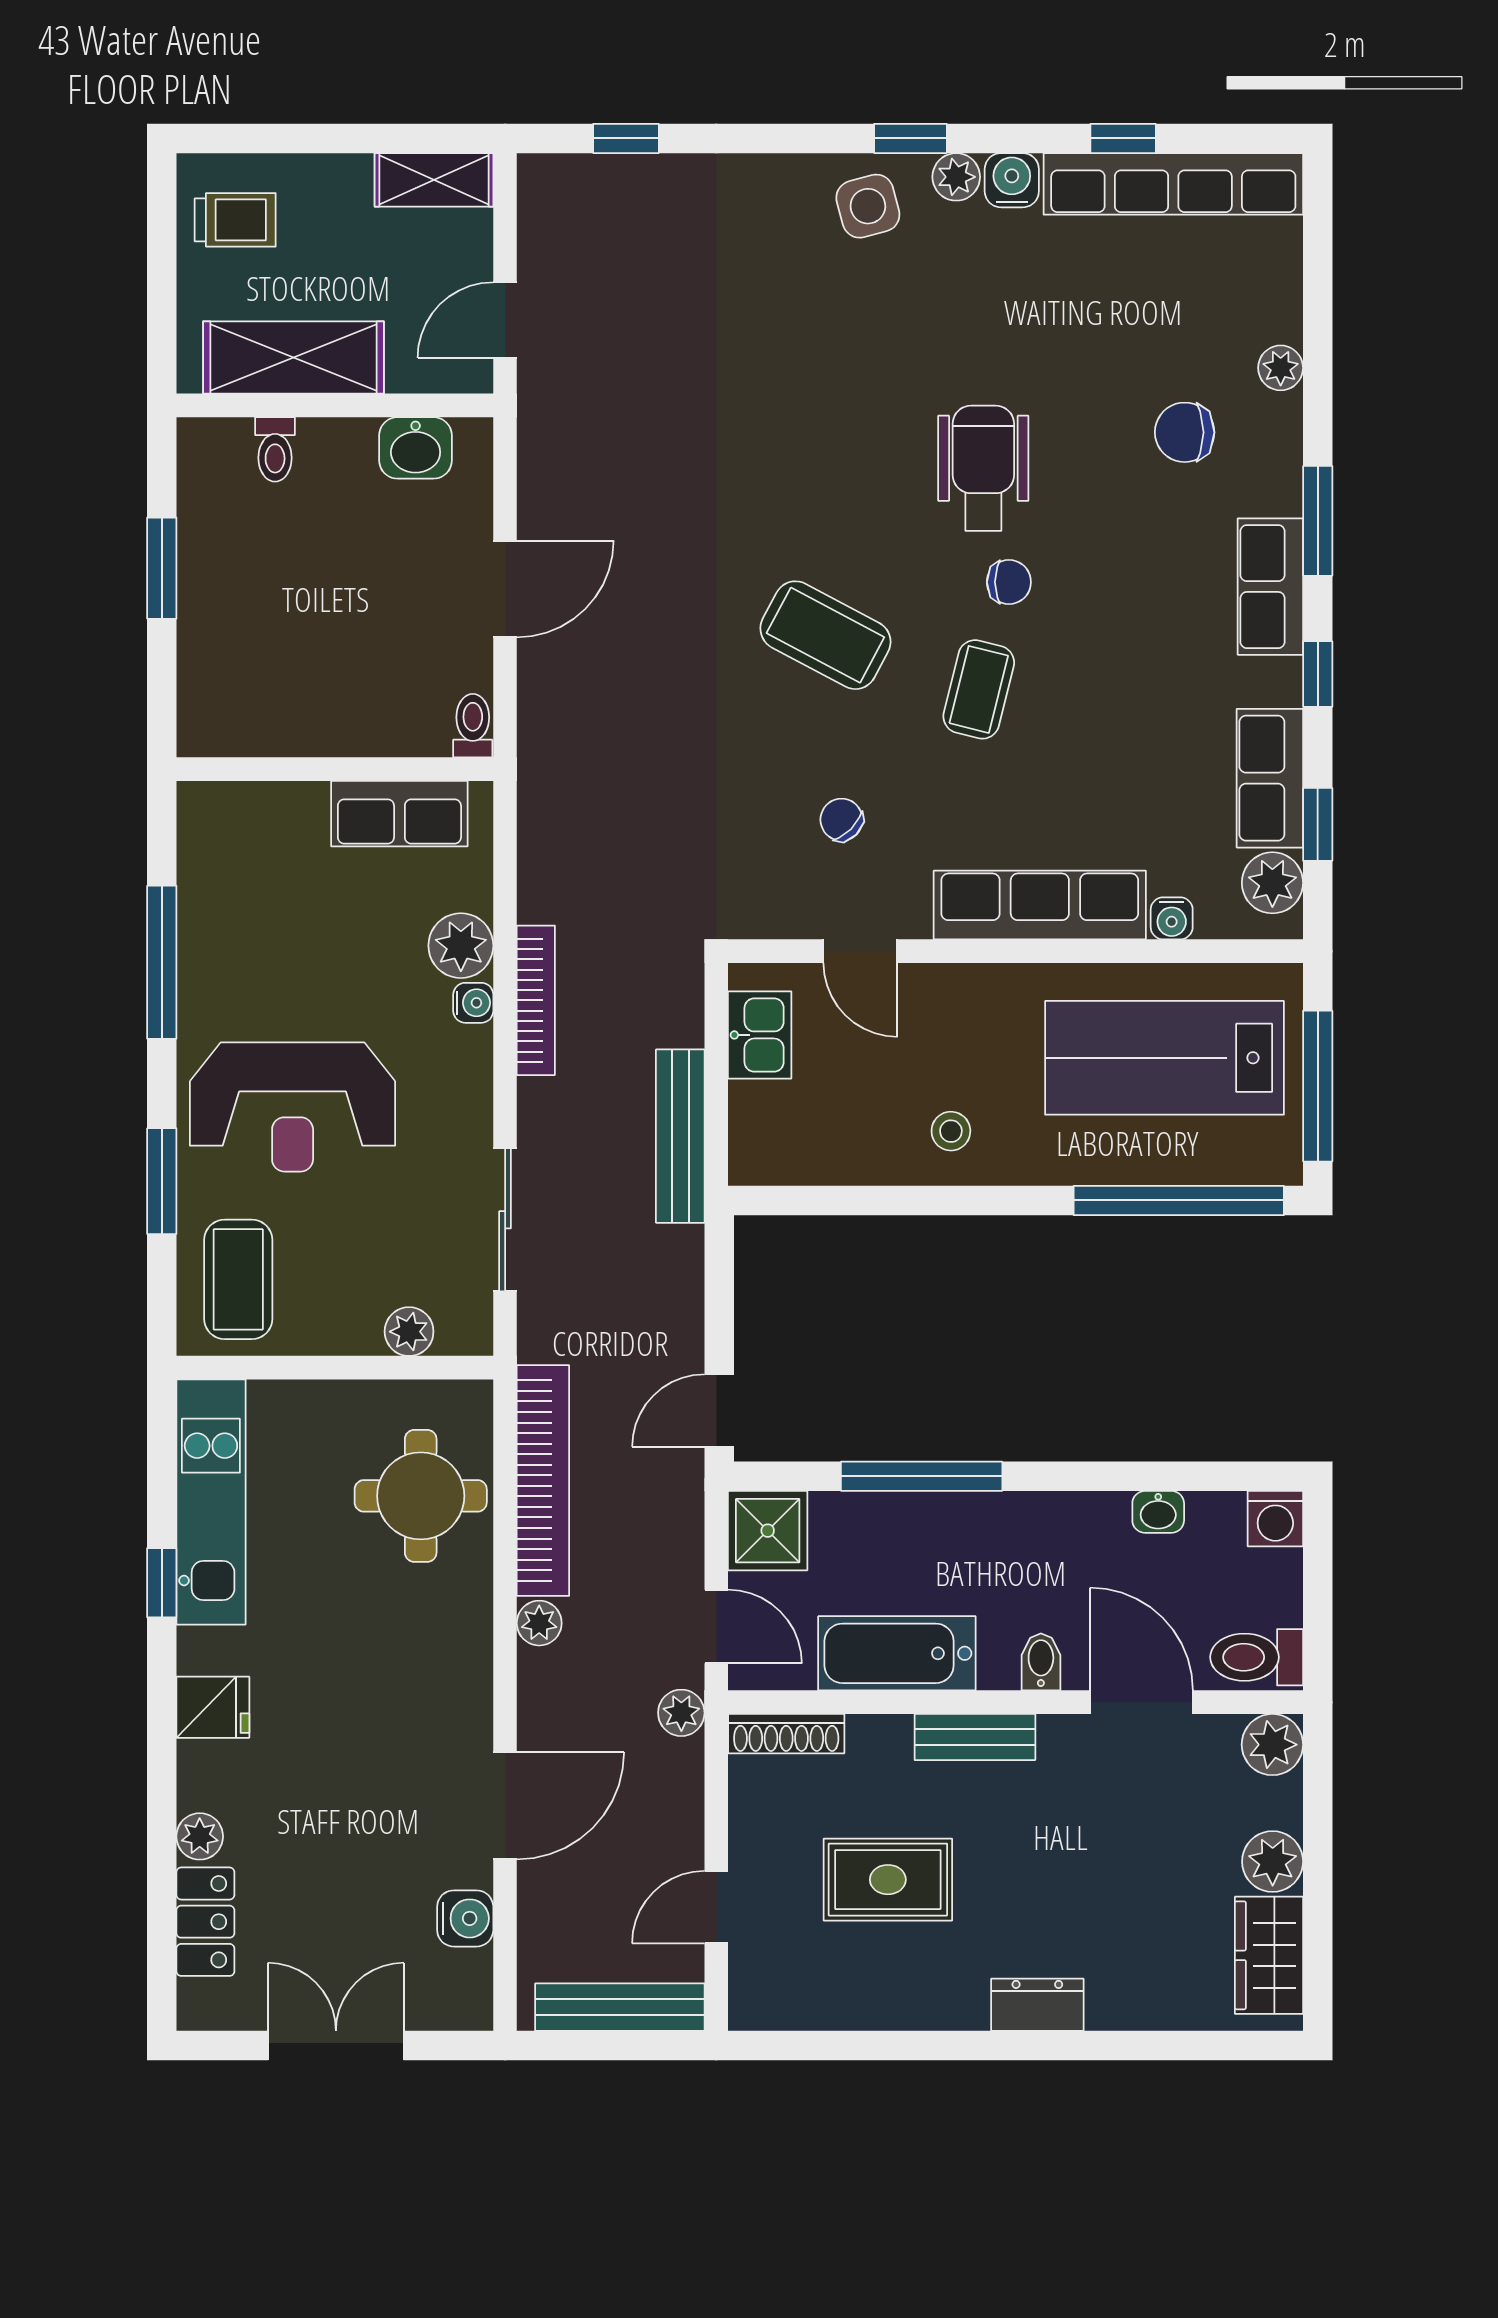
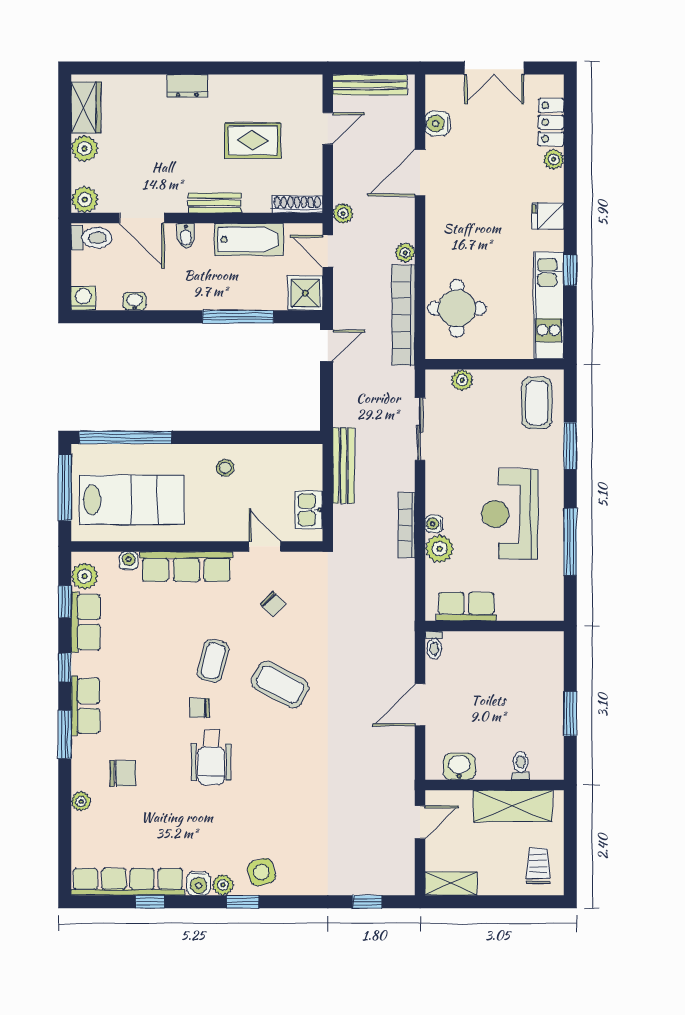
trolley: (235, 220) -> (538, 866), turned 90
reception desk: (293, 1107) -> (510, 514), moved, turned -90

